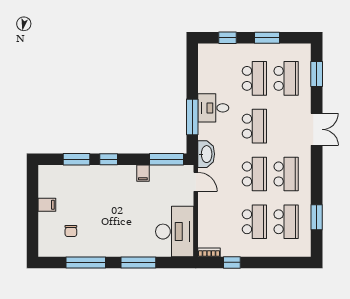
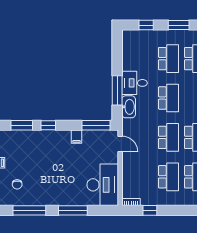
washbasin: (206, 154) -> (129, 107), moved

